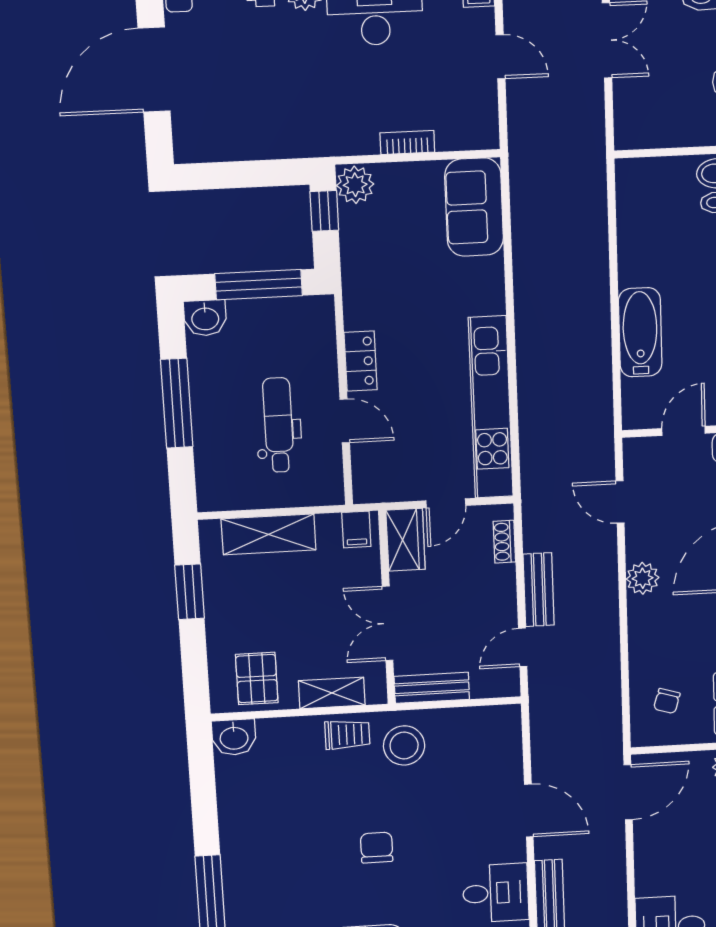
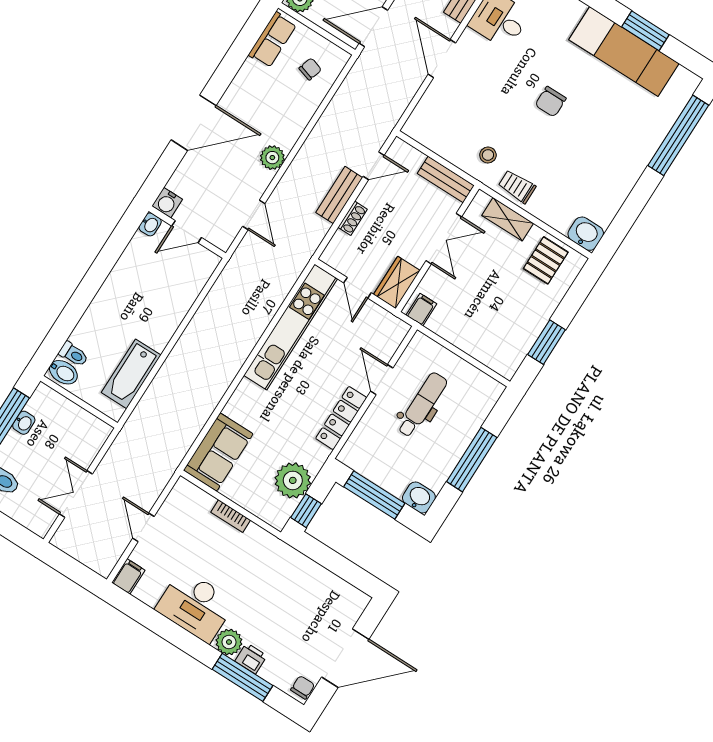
plant: (355, 185) -> (293, 480), moved, width x1.36, depth x1.36
bathtub: (640, 332) -> (131, 374), moved
locker: (361, 361) -> (341, 418), width x1.53
dental chair: (278, 425) -> (422, 405), turned 180
door: (446, 503) -> (357, 288), swing flipped
shelving: (269, 534) -> (475, 344), removed
shoe rack: (504, 542) -> (353, 218), moved
stool: (404, 745) -> (488, 155), width x0.53, depth x0.53

